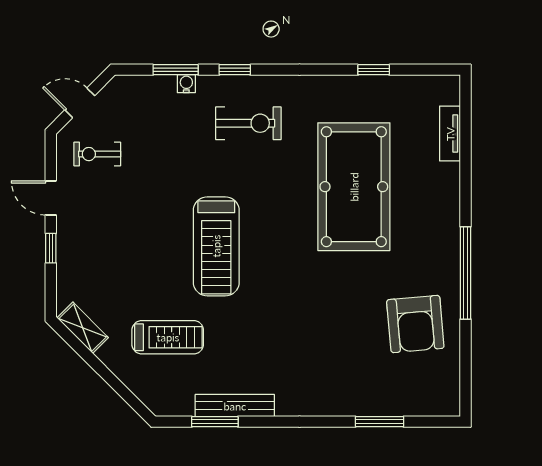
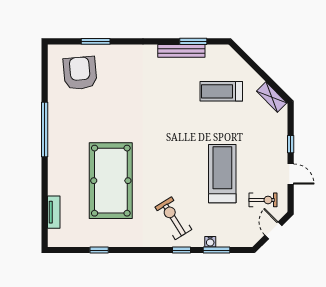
door: (80, 103) -> (273, 230), swing flipped
exercise bike: (248, 123) -> (173, 218), turned 58
treadmill: (216, 246) -> (222, 174), moved
armchair: (415, 324) -> (80, 73), moved

